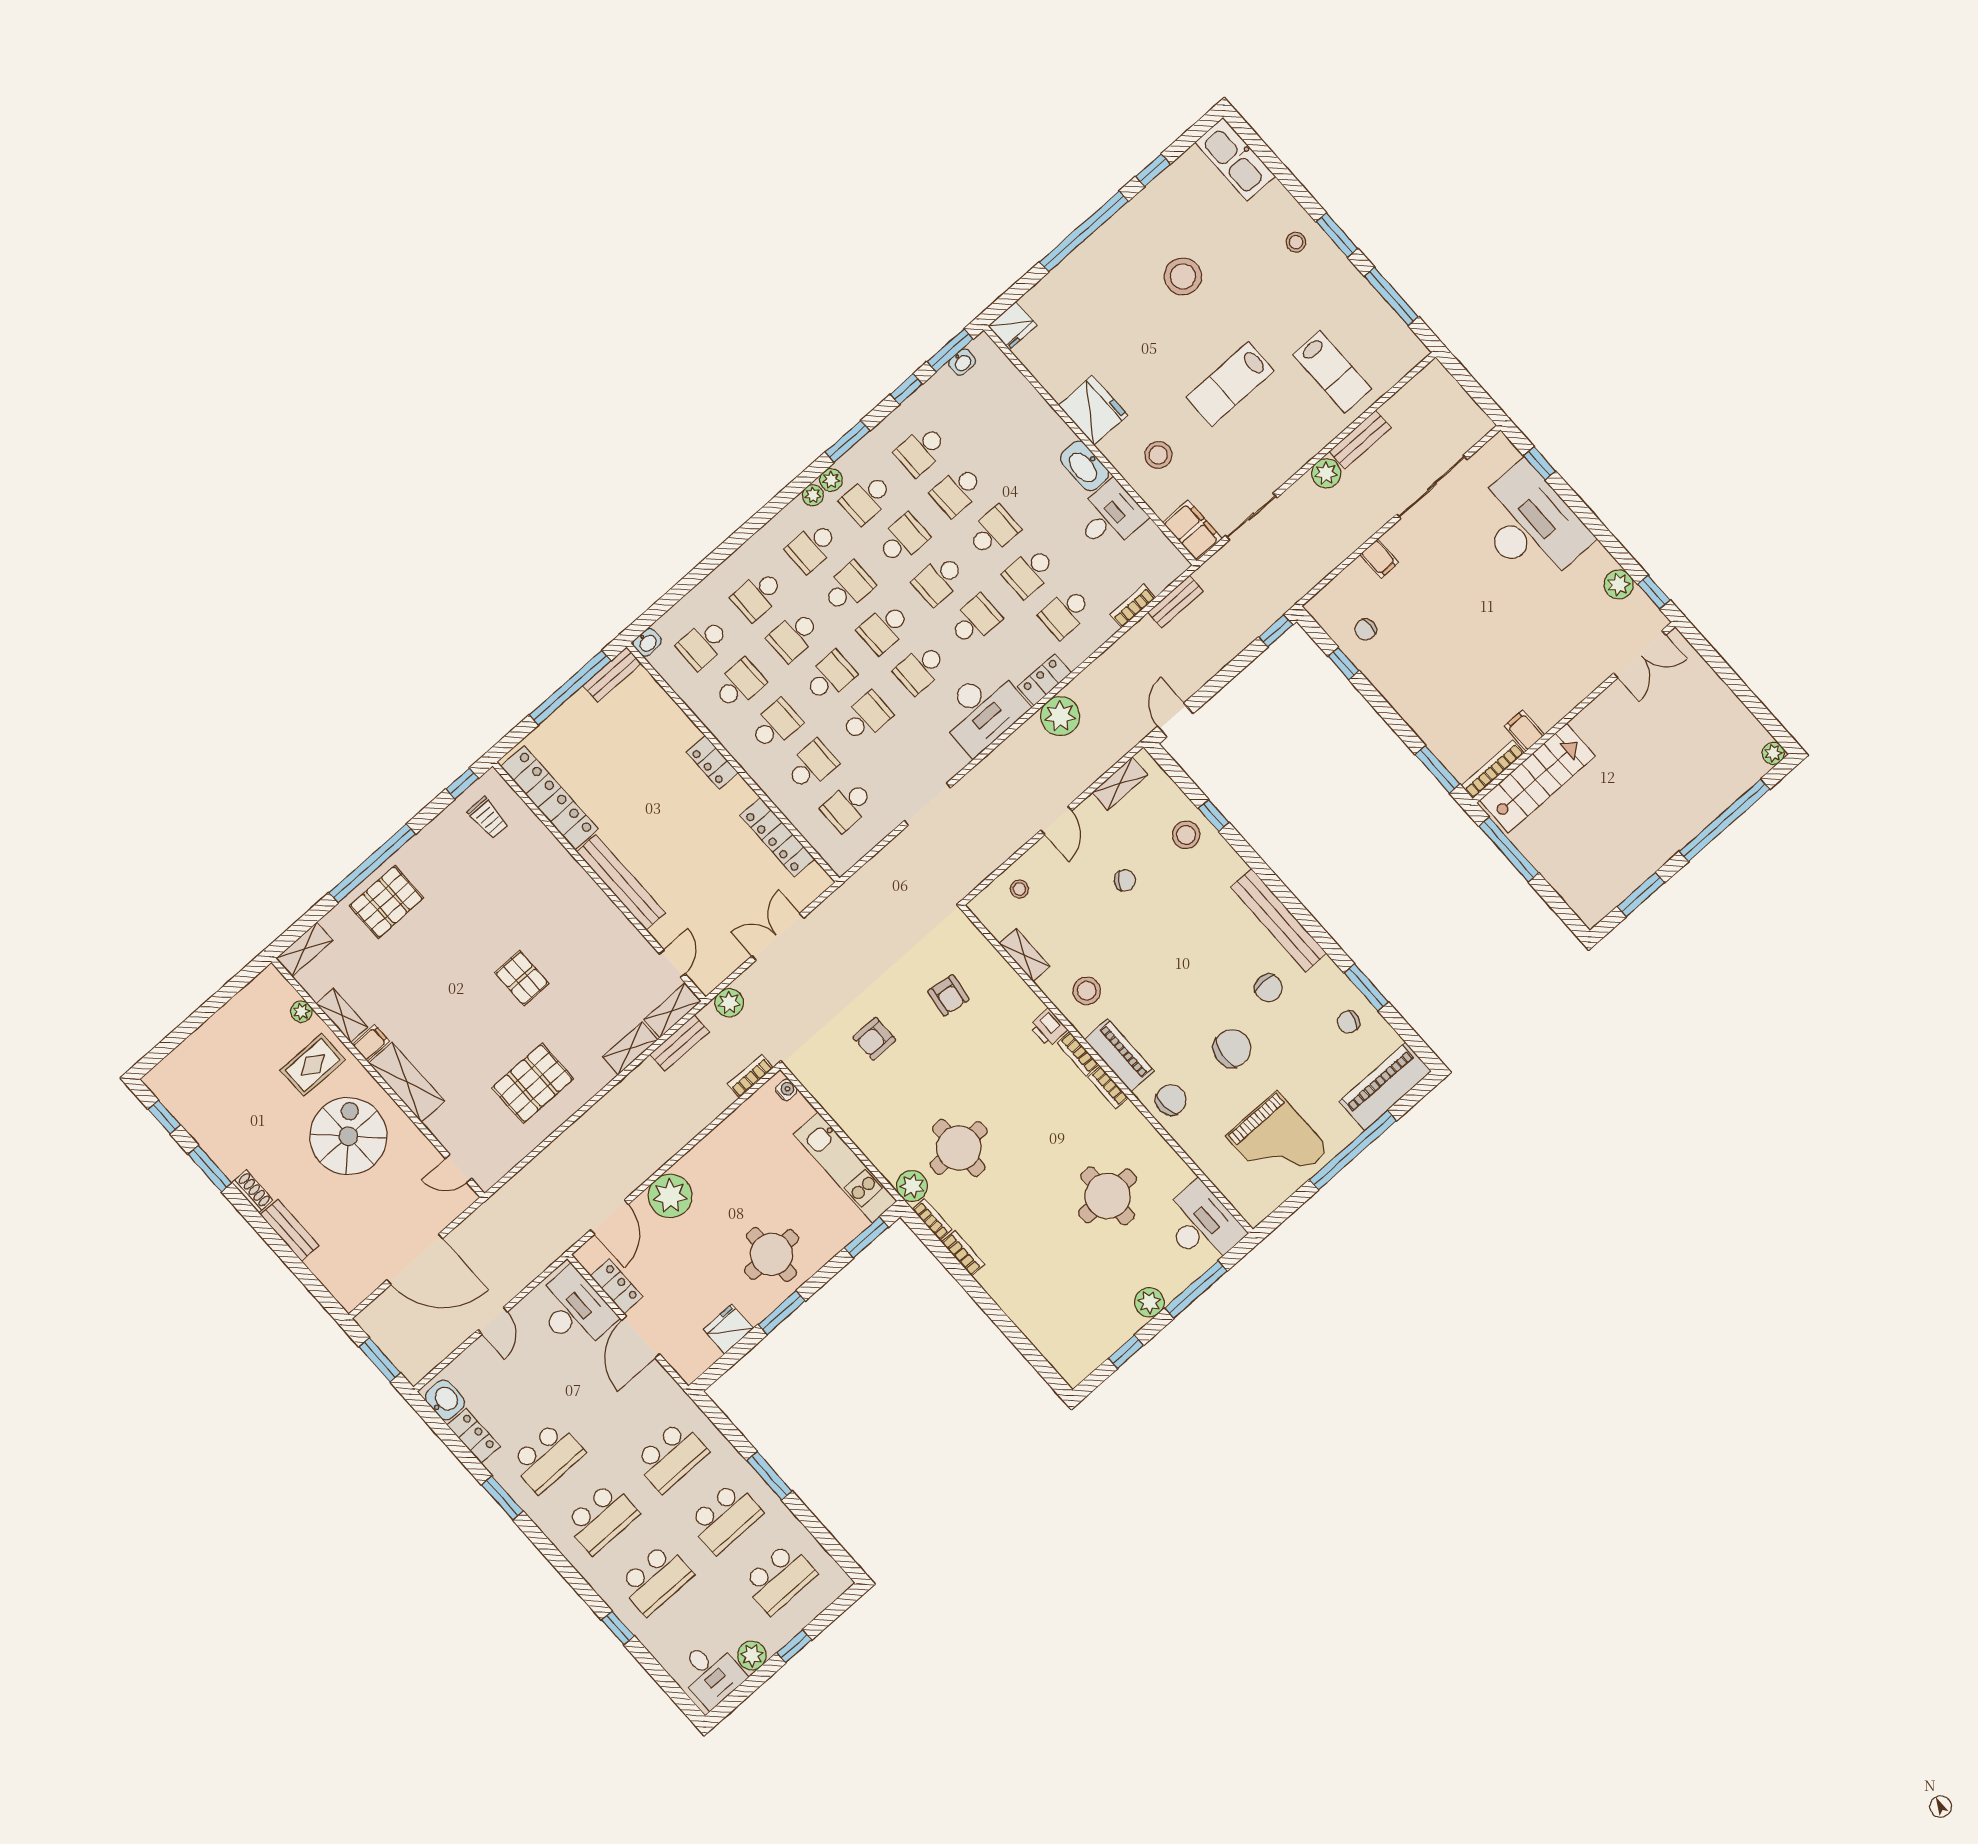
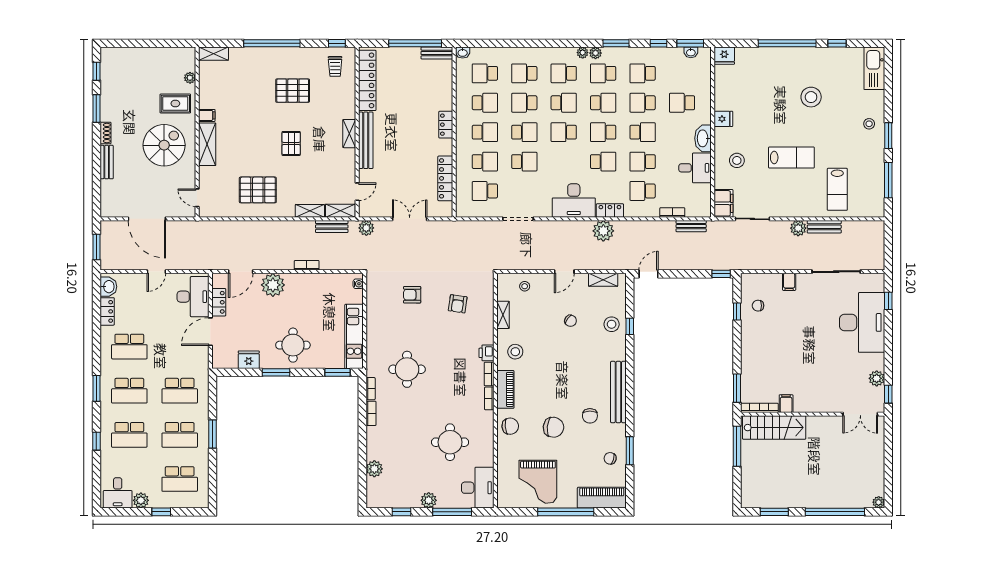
lab bench: (1230, 384) -> (791, 158), turned 180
fridge: (1093, 410) -> (723, 119), width x0.53, depth x0.75
school desk: (920, 669) -> (682, 103), moved
pallet: (387, 902) -> (293, 91), moved
shelving: (342, 1015) -> (349, 134), moved
bookcase: (750, 1076) -> (307, 265), moved
plant: (912, 1186) -> (374, 469), moved
window: (502, 1498) -> (96, 388), moved

